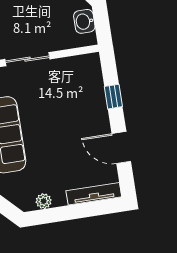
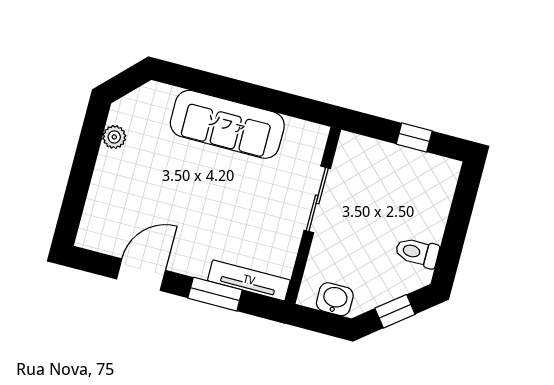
window: (113, 97) -> (215, 294), width x1.50
tv unit: (94, 194) -> (249, 280), moved, turned -90

